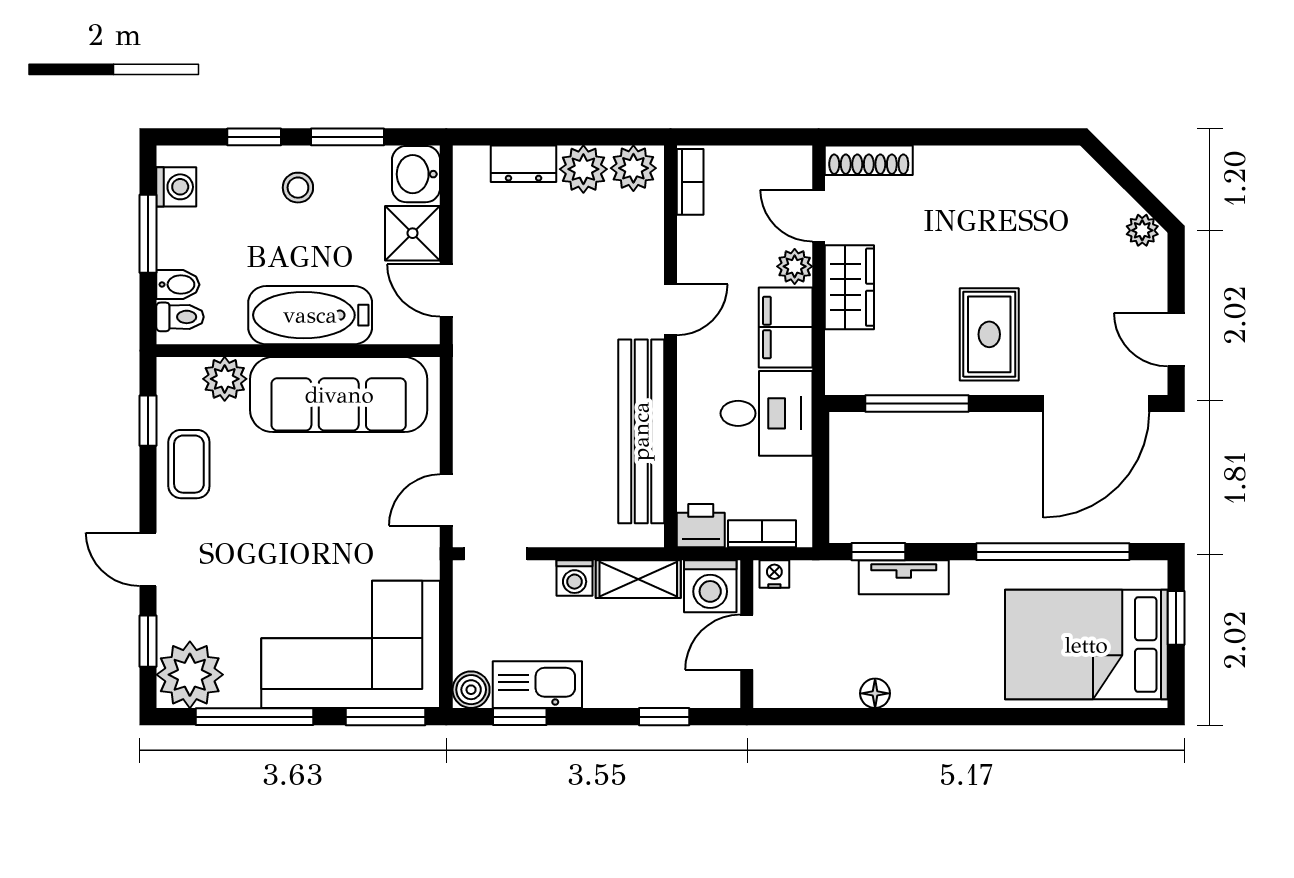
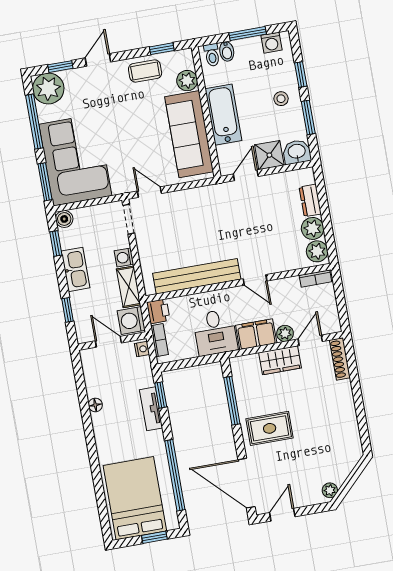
kitchen sink: (537, 685) -> (76, 269), moved

